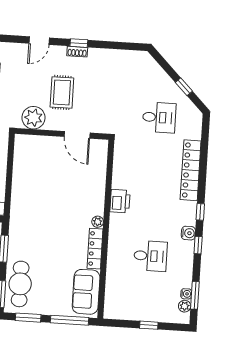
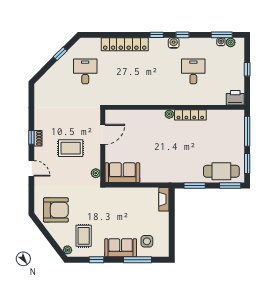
plant: (33, 118) -> (96, 173), width x0.53, depth x0.53
printer: (120, 201) -> (235, 98), moved
sofa: (86, 292) -> (122, 173), moved, turned 180

